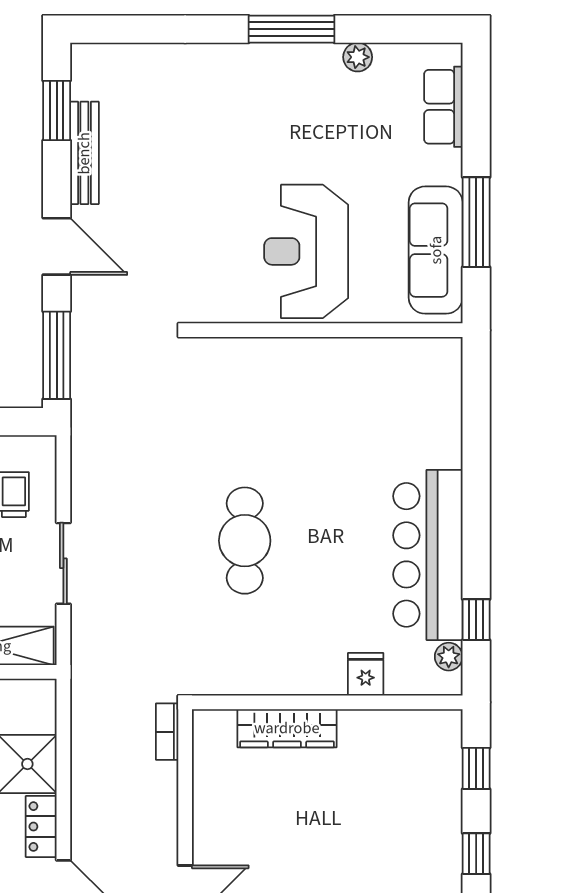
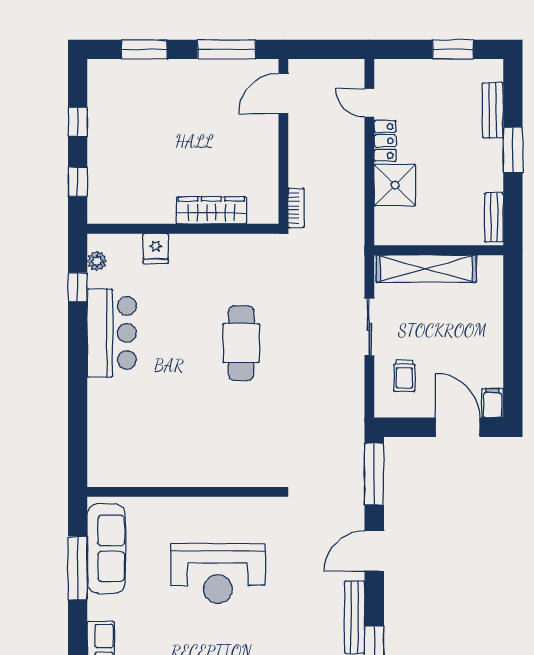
door: (57, 246) -> (374, 551), hinge flipped
reception desk: (306, 251) -> (218, 574), moved, turned 90
bar counter: (428, 555) -> (112, 333), width x0.73

